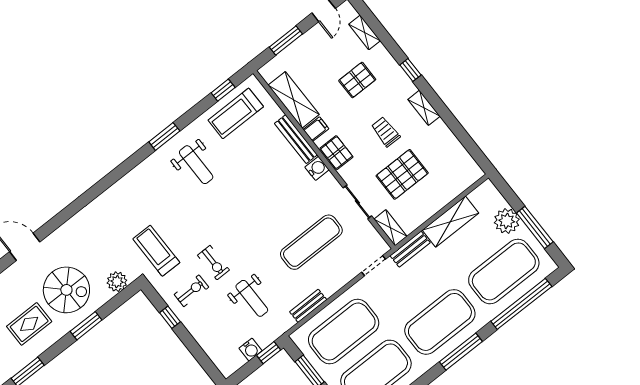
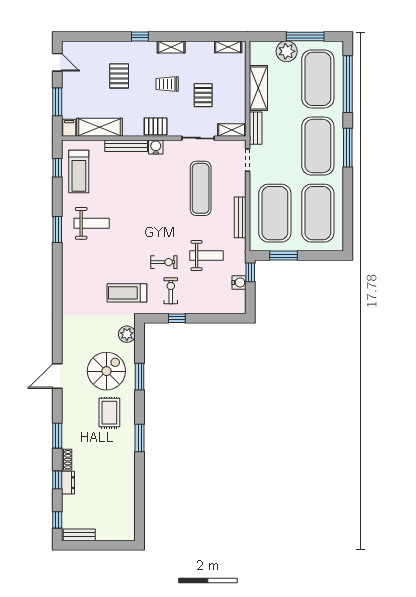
shelving: (365, 32) -> (228, 47), moved
filing cabinet: (316, 129) -> (69, 128), moved
pallet: (402, 174) -> (203, 95), width x0.67, depth x0.71
bench: (308, 306) -> (240, 217), width x1.36

